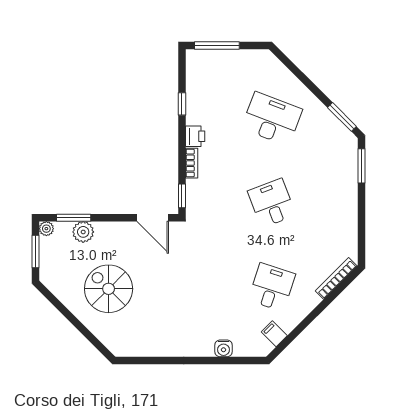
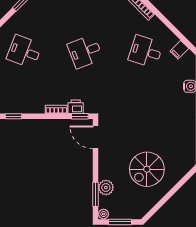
desk: (272, 119) -> (24, 52), width x0.73
printer: (195, 136) -> (76, 107), moved
door: (153, 218) -> (96, 137), swing flipped

